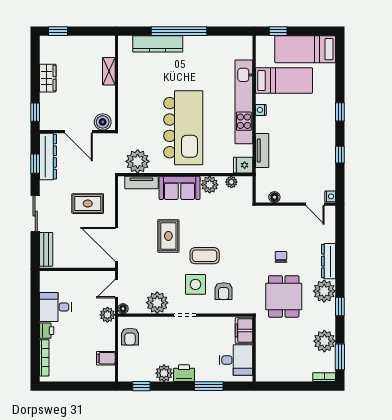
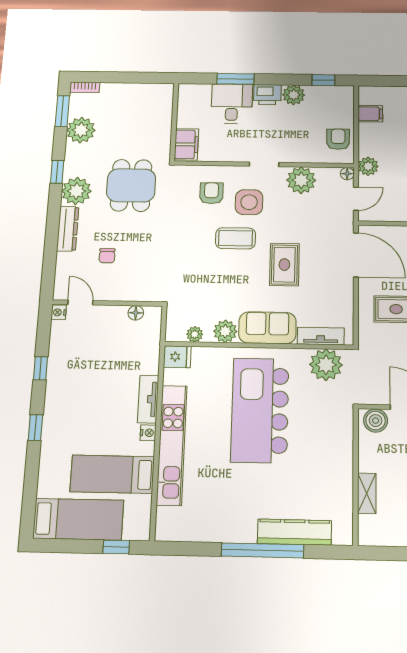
tv unit: (262, 151) -> (148, 399), moved
chair: (281, 257) -> (107, 256), moved
desk: (236, 360) -> (232, 104), moved, turned 90

